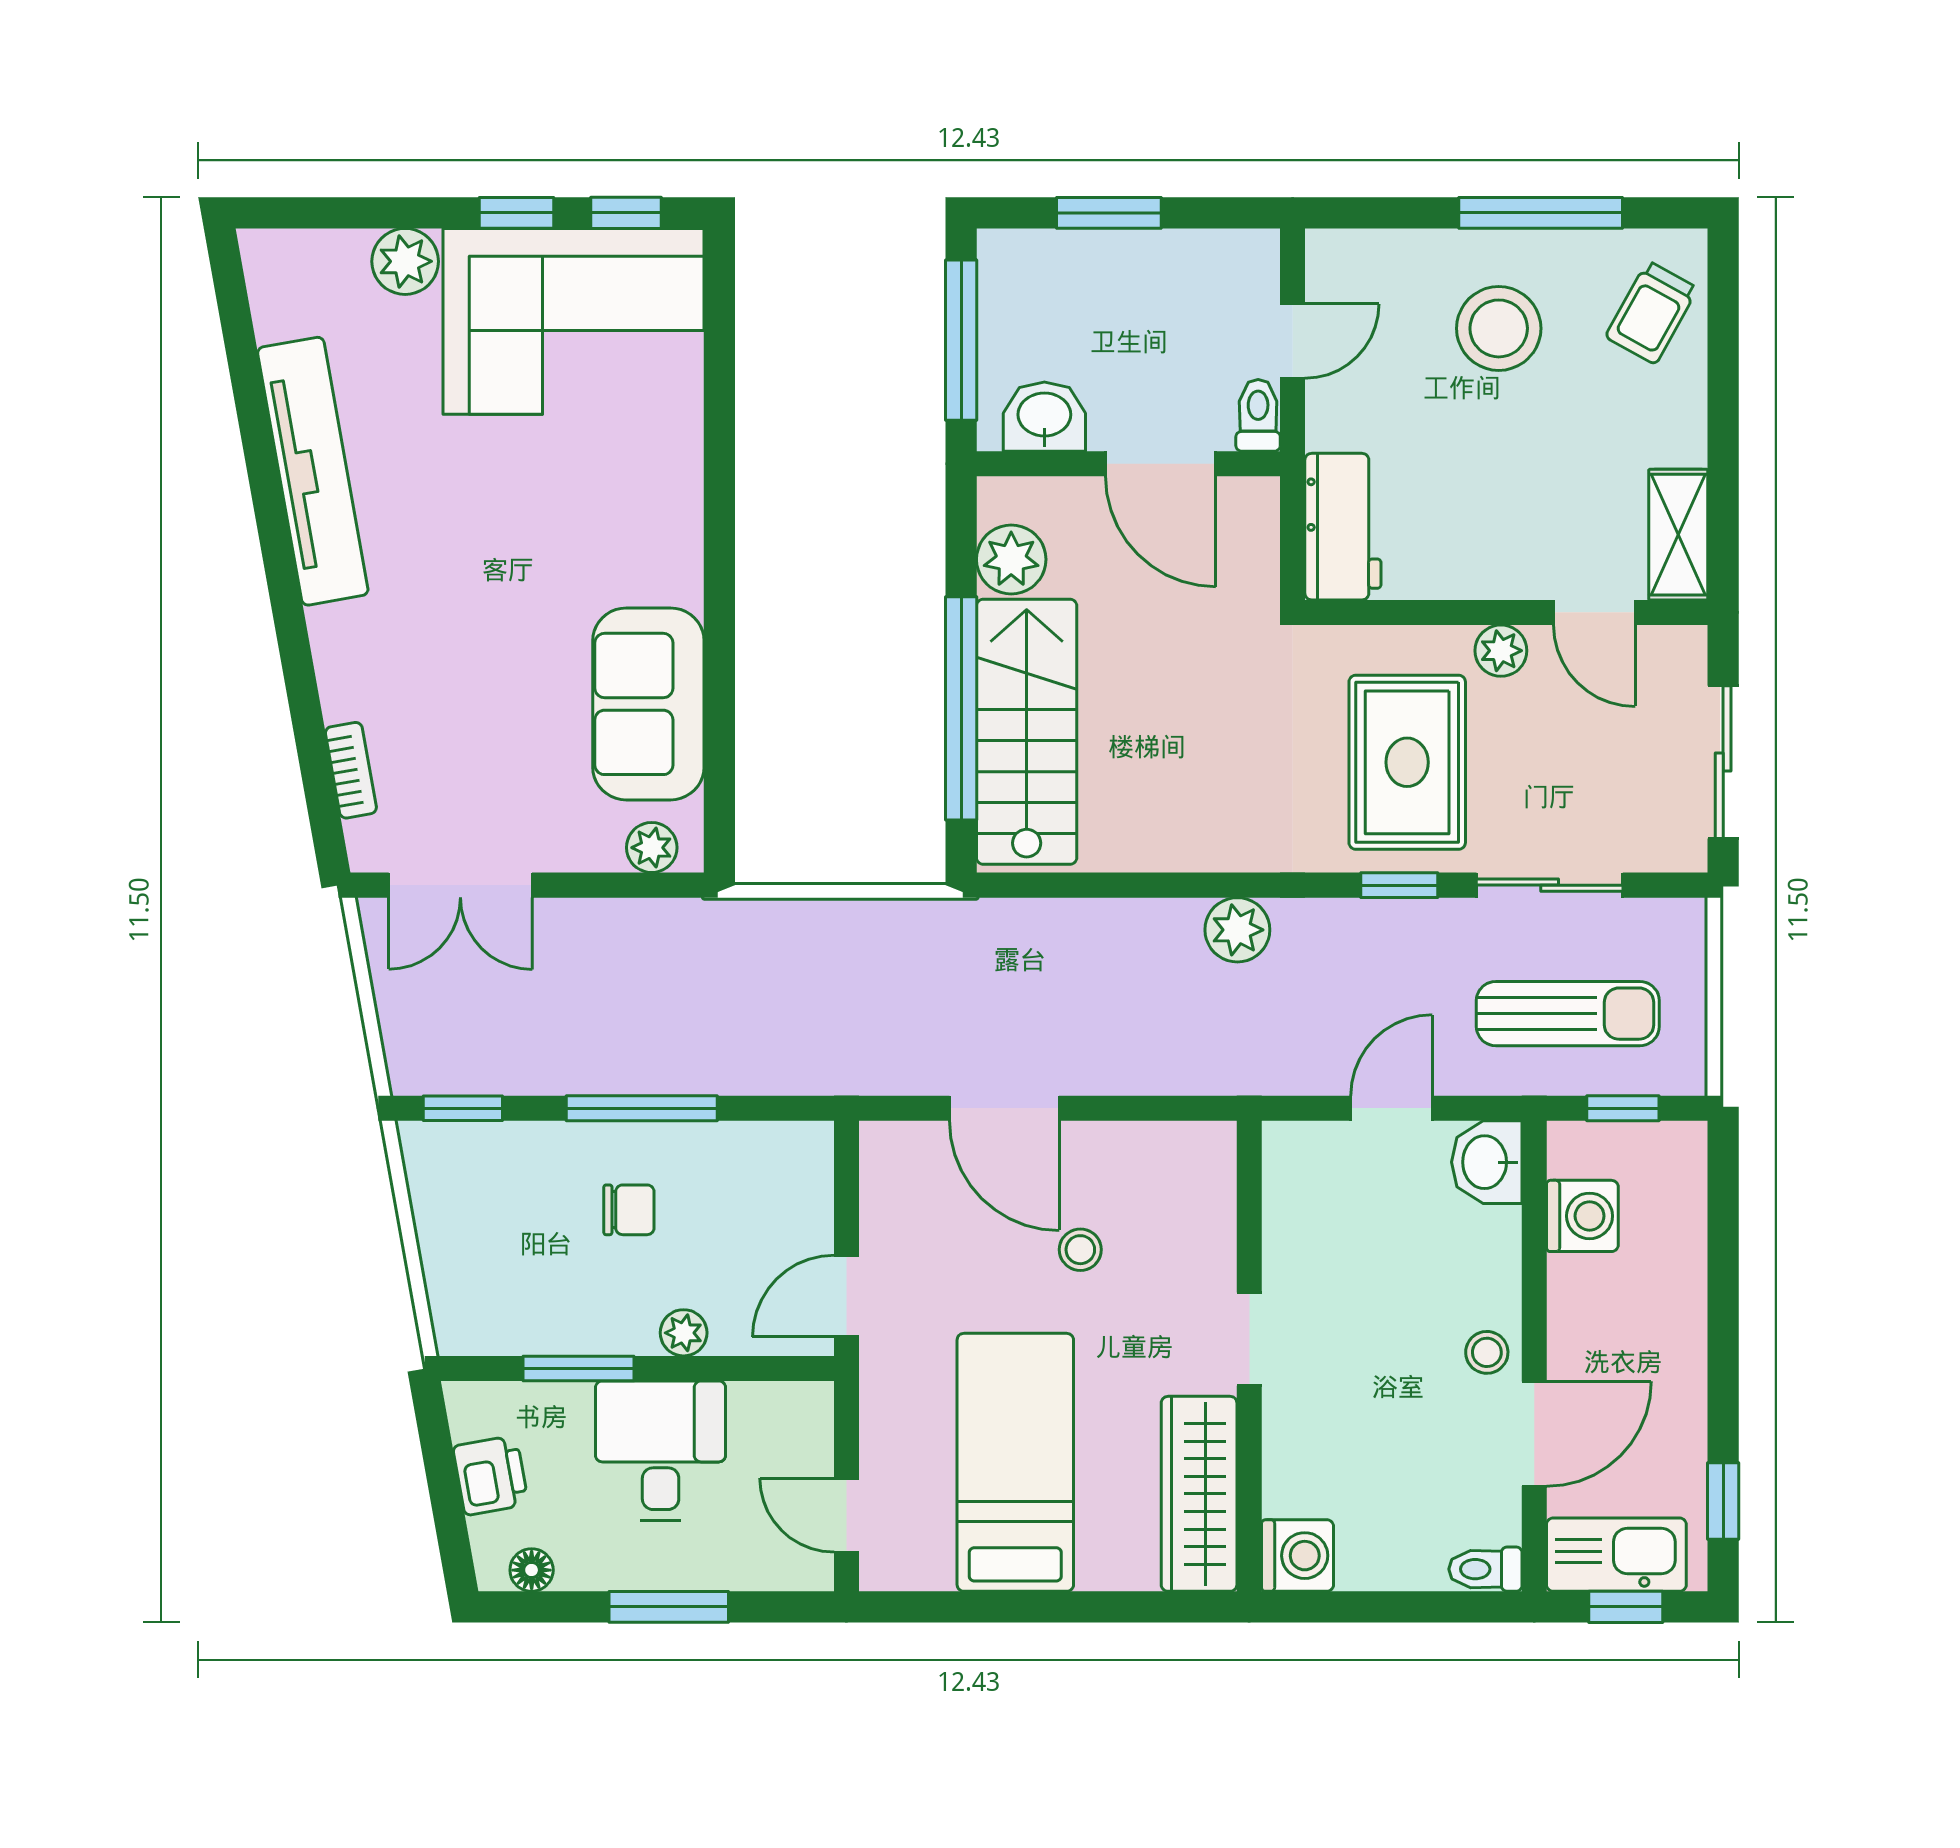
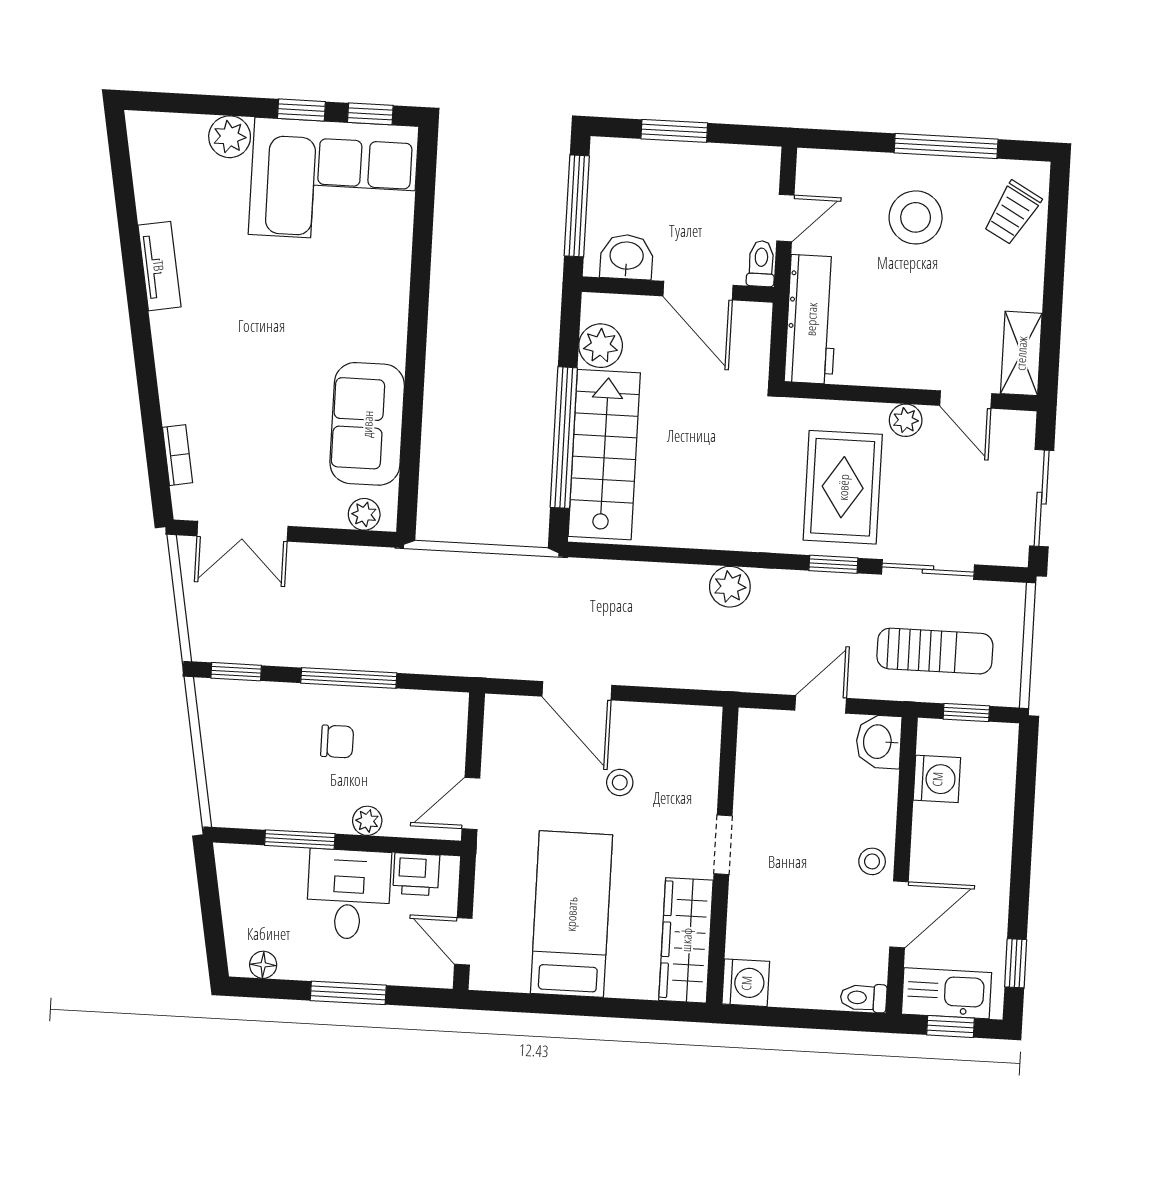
tv unit: (313, 471) -> (159, 266), width x0.52, depth x0.78
workbench: (1343, 527) -> (811, 319), width x1.37
printer: (491, 1475) -> (416, 874), moved, turned 100

